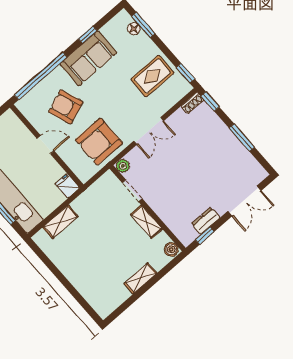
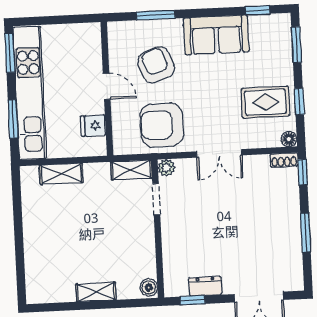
floor lamp: (134, 29) -> (289, 139), moved
window: (88, 35) -> (257, 10), moved
window: (185, 73) -> (299, 102), moved
window: (41, 76) -> (156, 15), width x0.47
fridge: (67, 186) -> (93, 126), moved, turned -90
shelving: (146, 222) -> (131, 170), moved, turned 90

